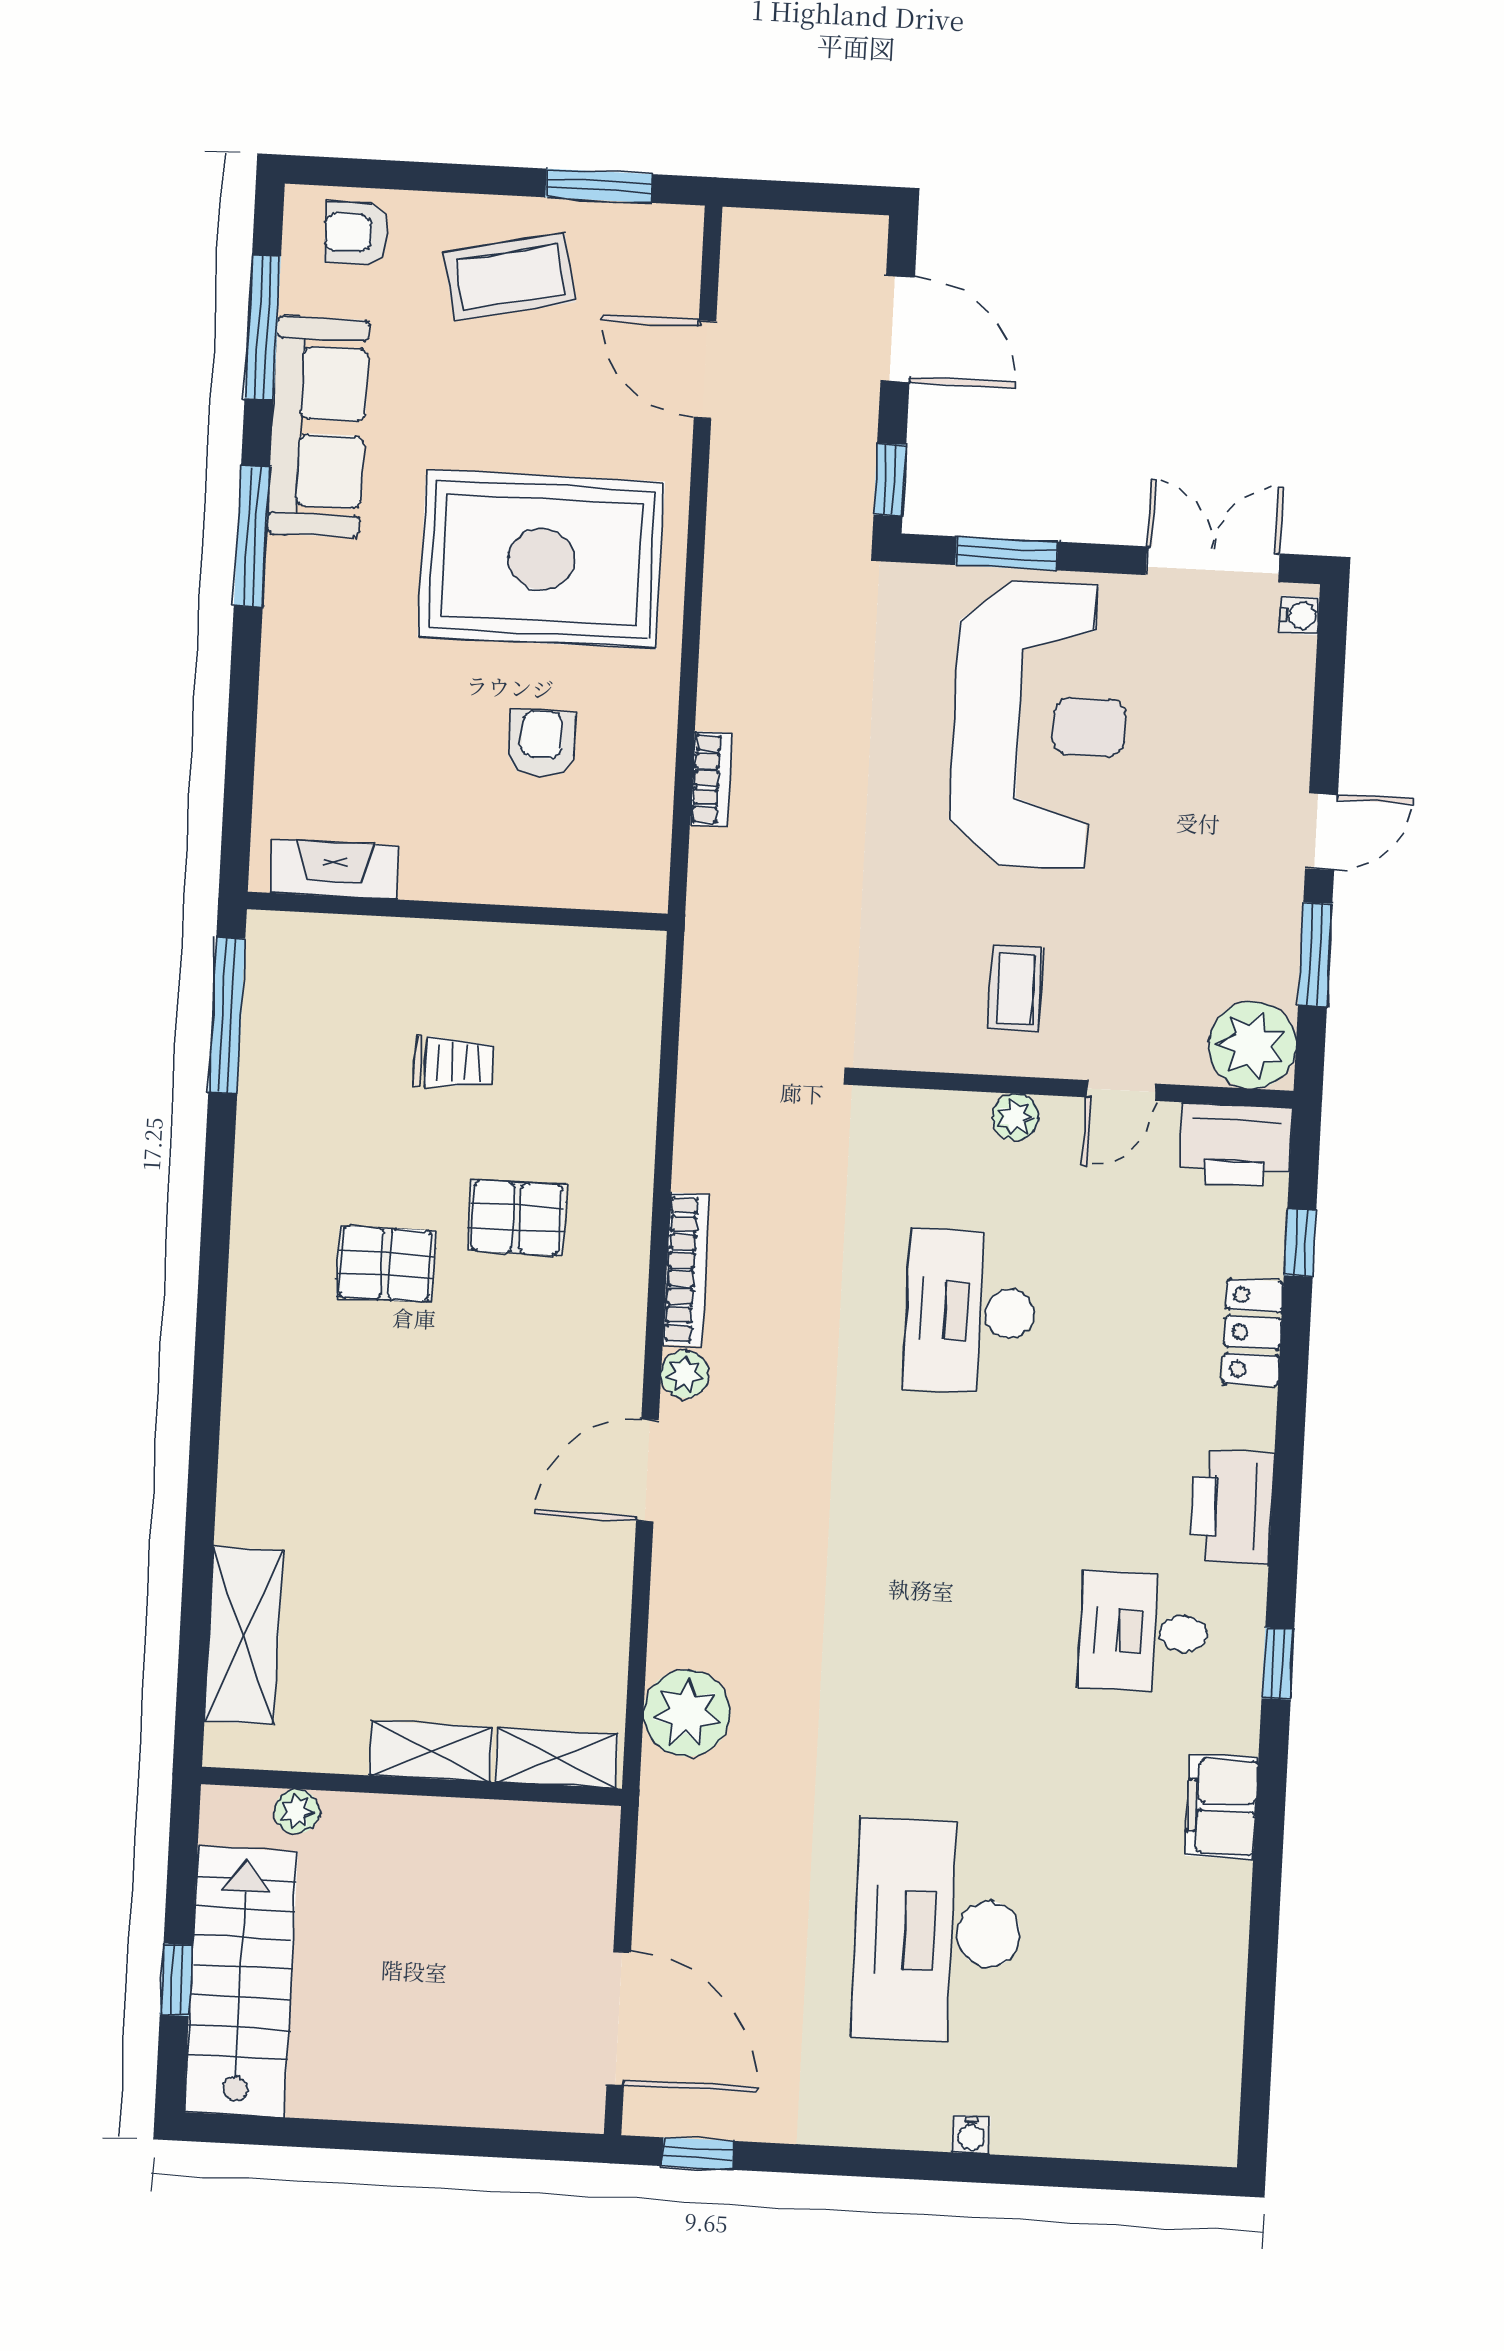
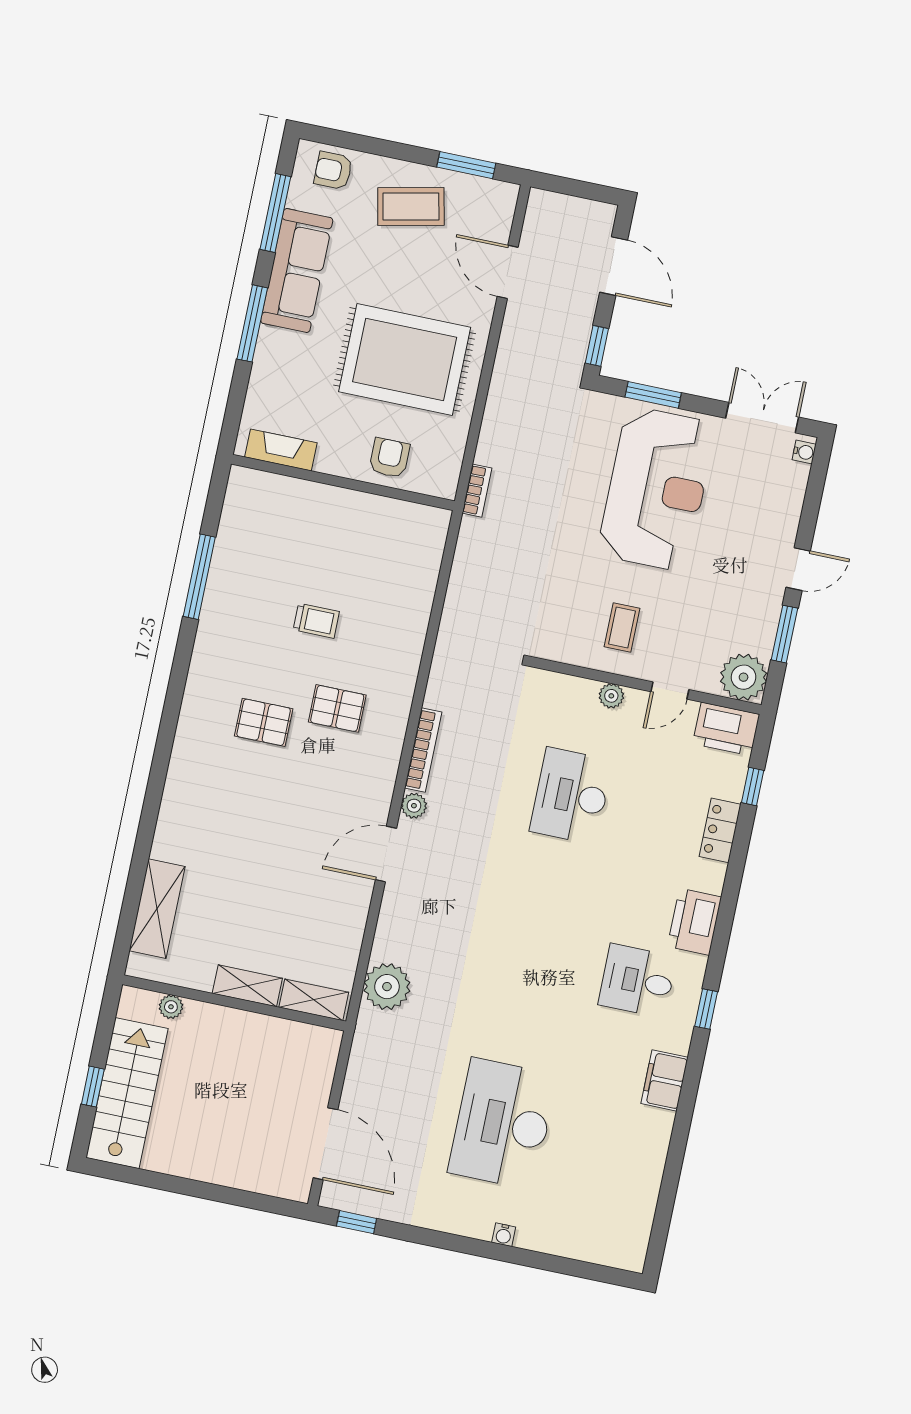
fireplace: (334, 869) -> (281, 450), moved
wall: (457, 911) -> (343, 482), moved

